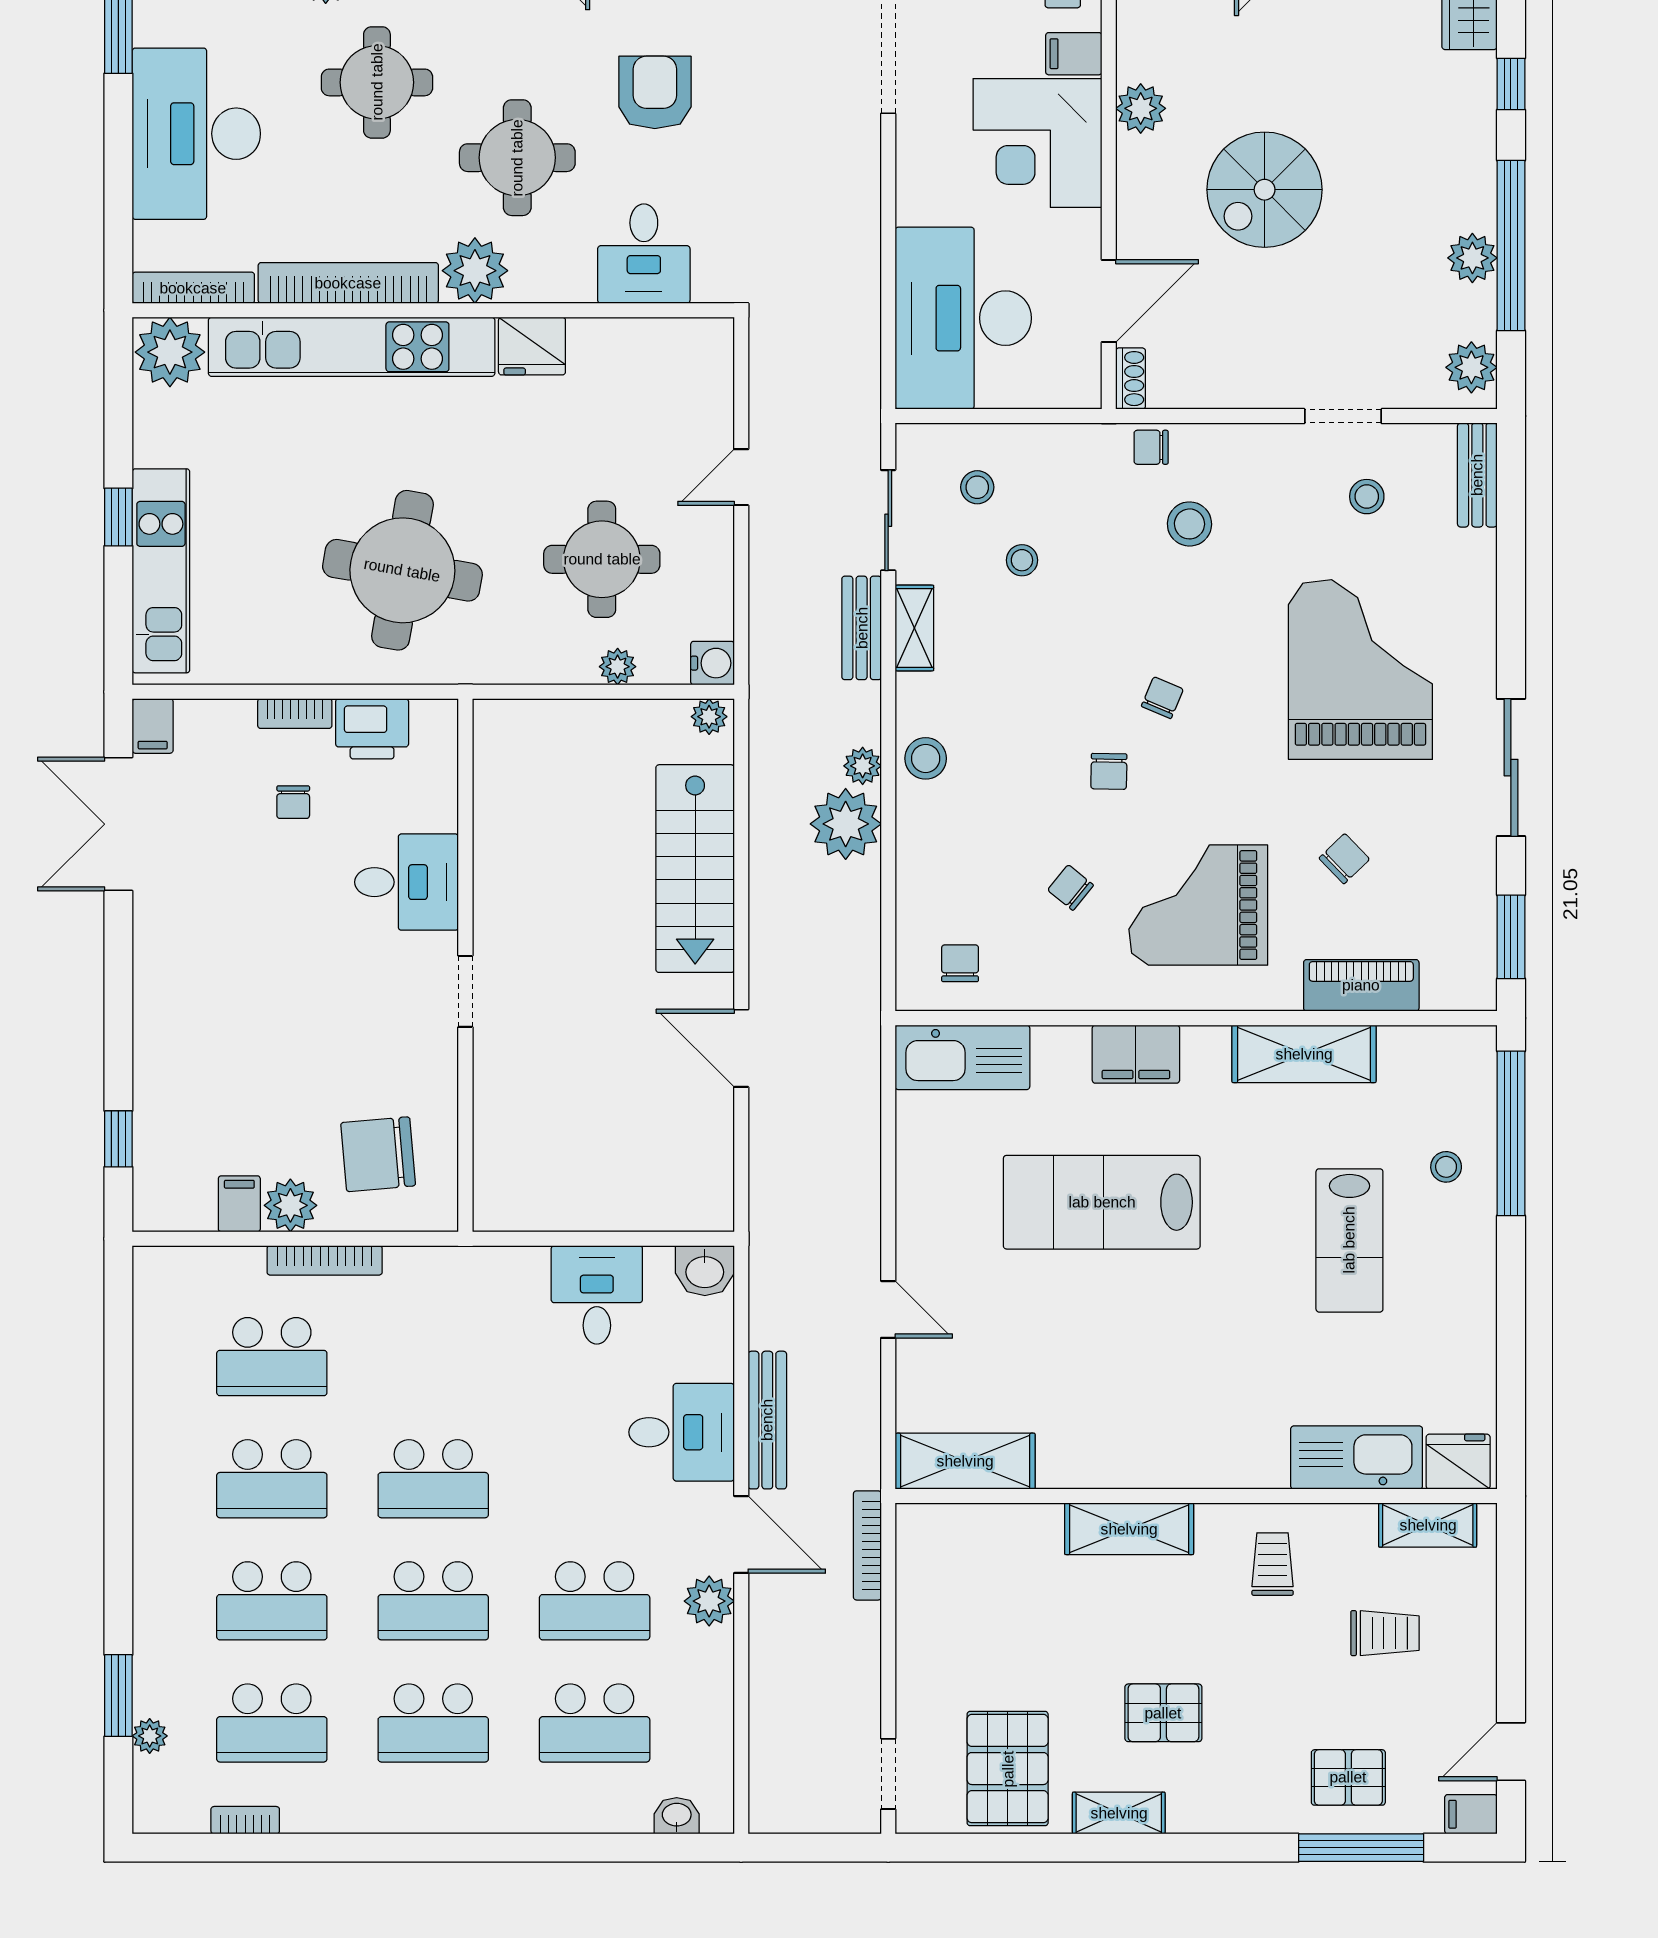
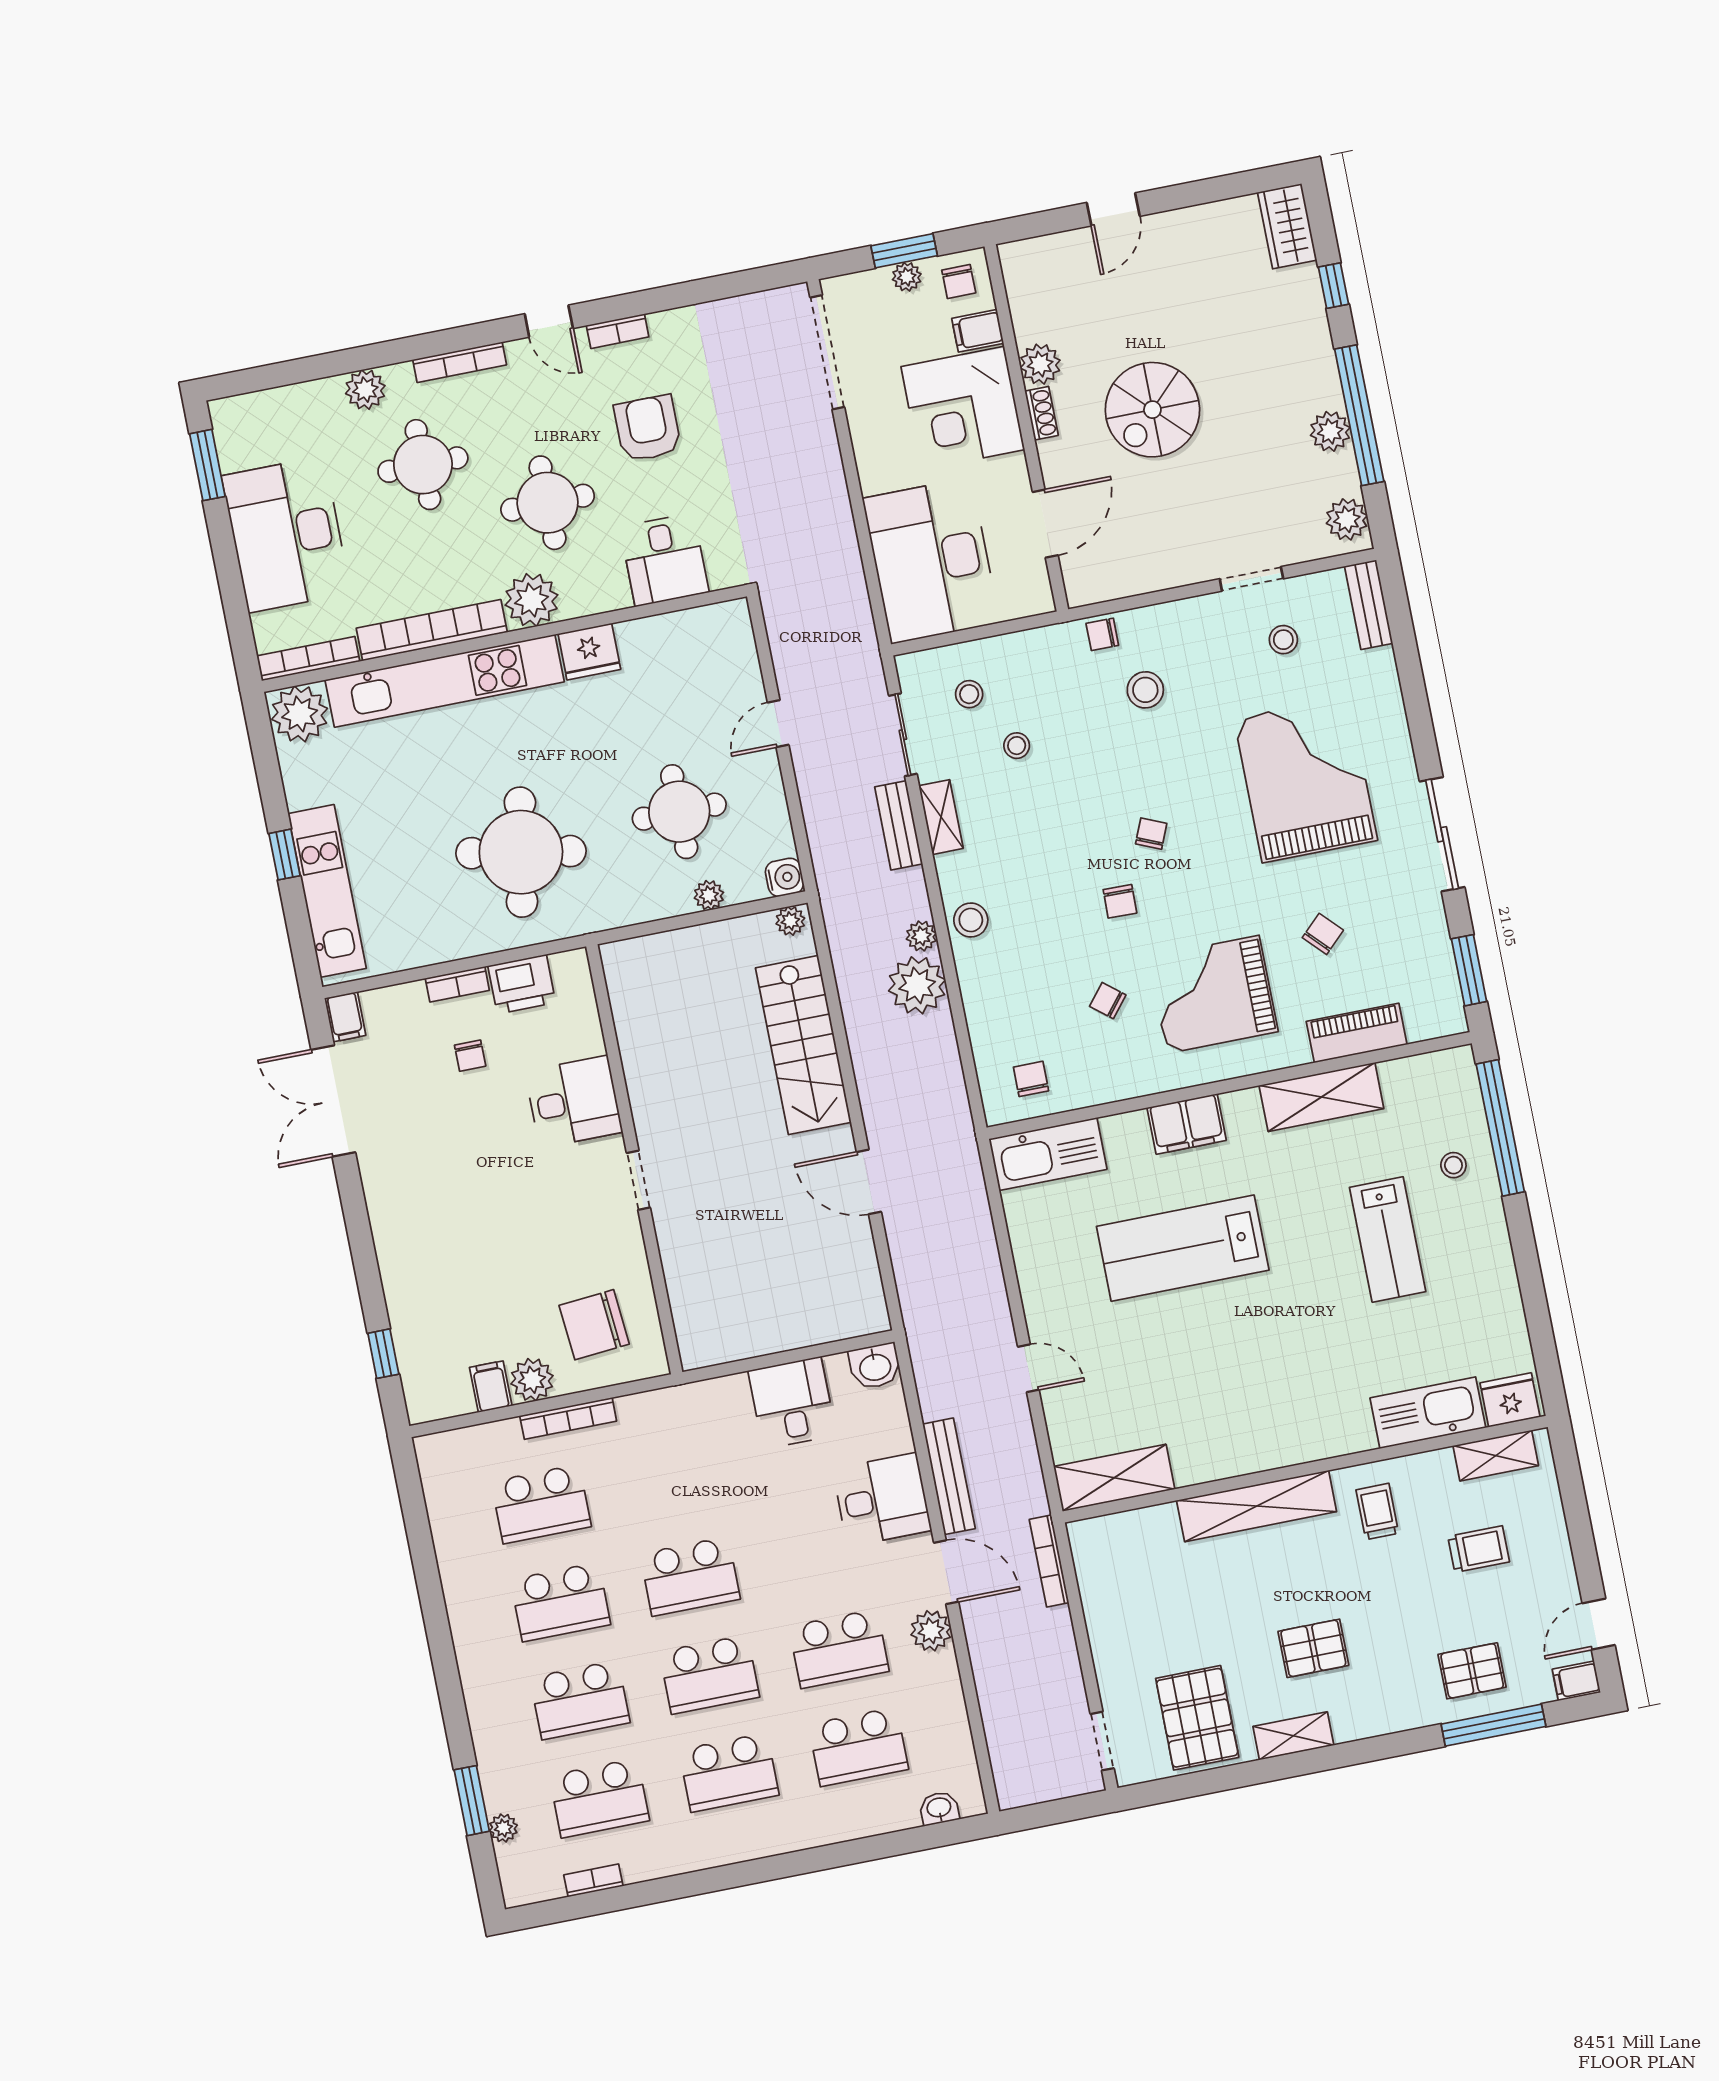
shoe rack: (1131, 379) -> (1041, 413), moved
shelving: (1129, 1529) -> (1257, 1506), width x1.47

